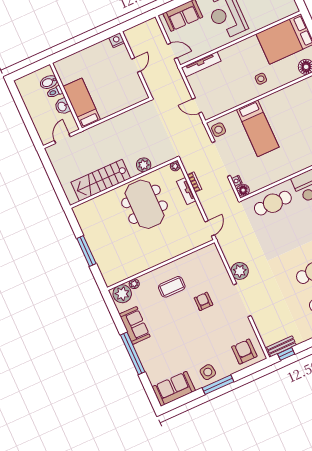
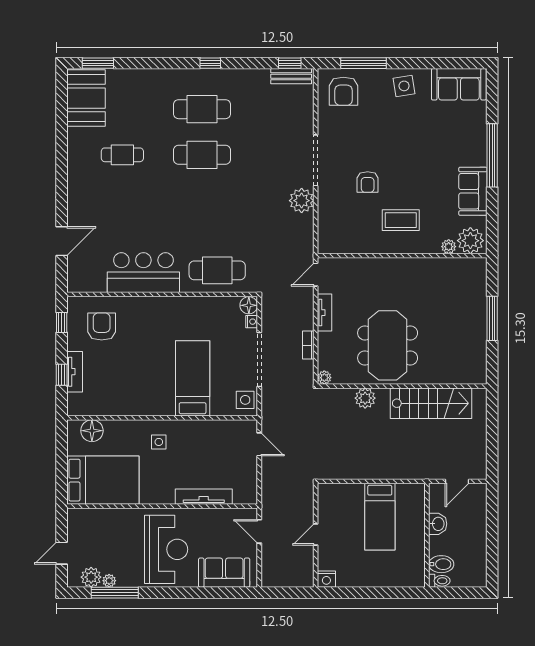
tv unit: (201, 64) -> (204, 497), moved
toilet: (55, 92) -> (439, 581), moved
bed: (82, 103) -> (380, 517), moved
tv unit: (186, 191) -> (325, 313), moved
window: (218, 385) -> (363, 63), moved

